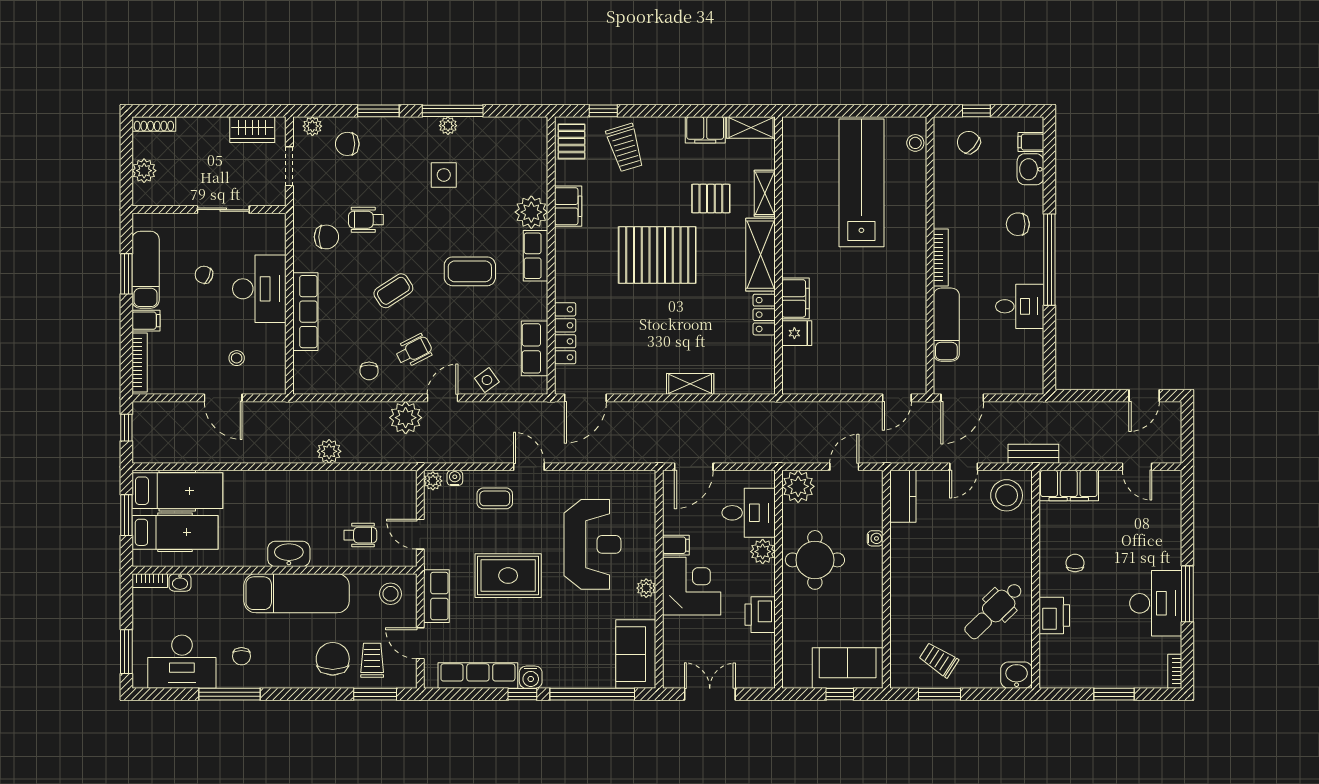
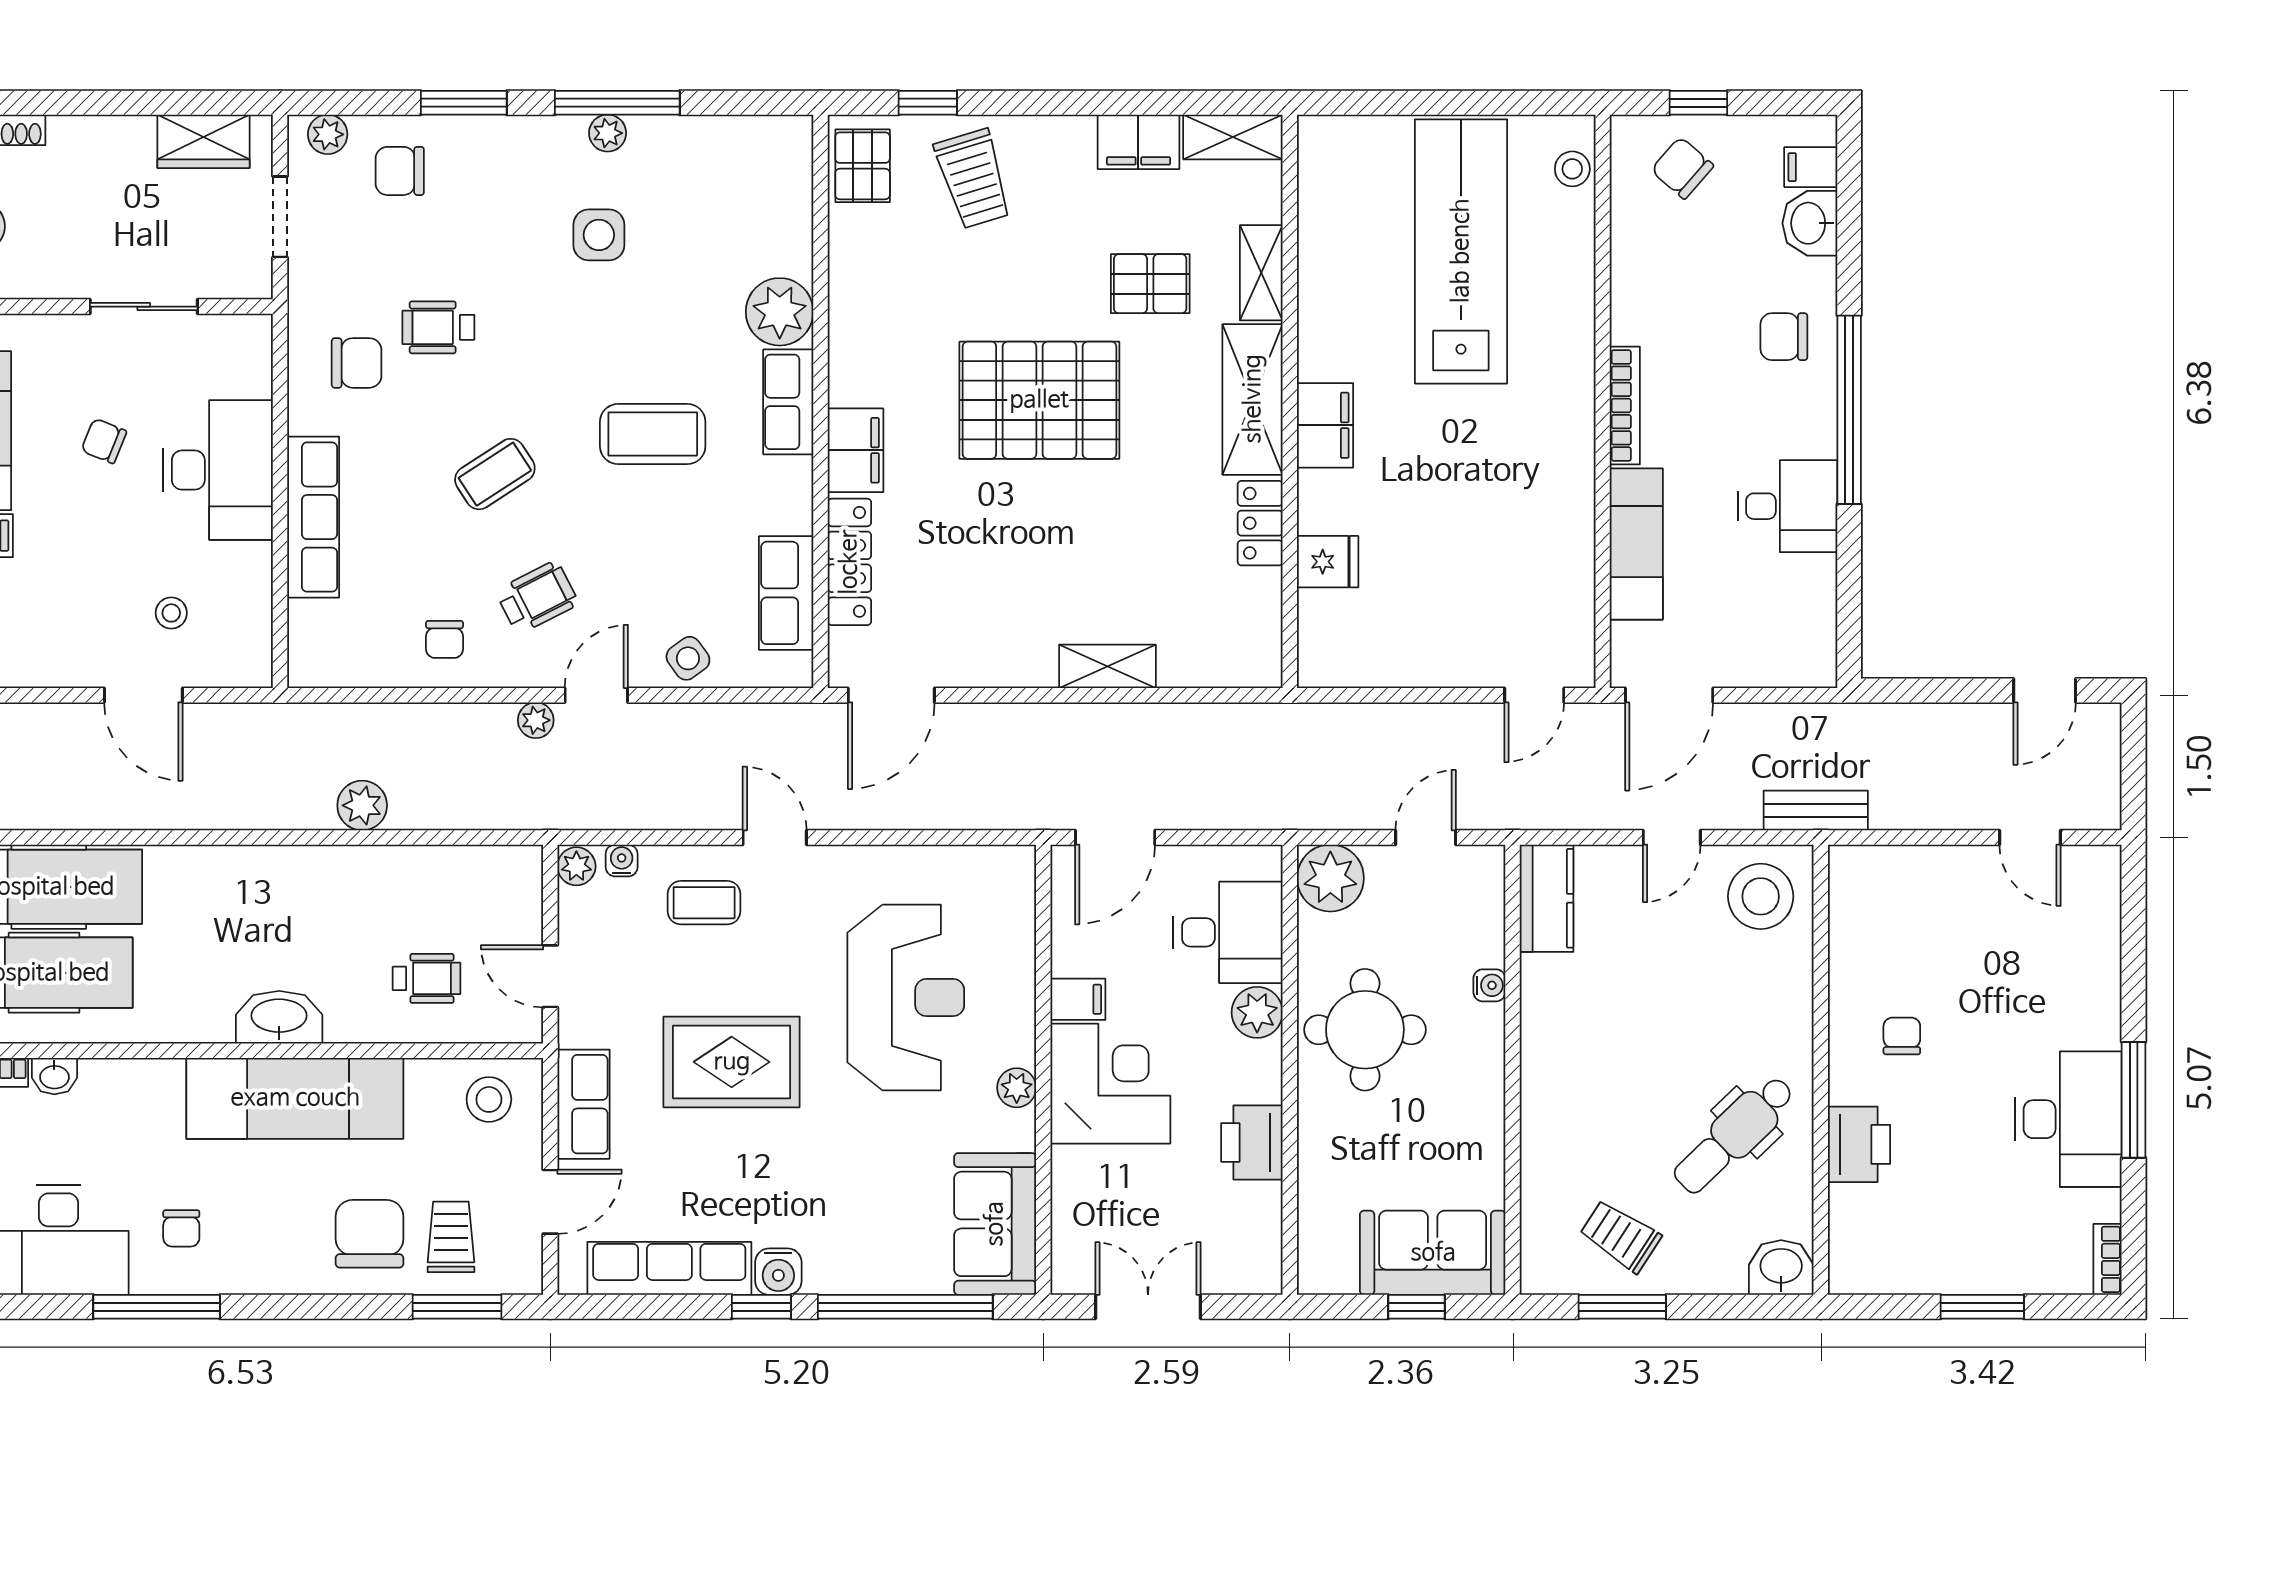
filing cabinet: (568, 206) -> (855, 450), moved
filing cabinet: (796, 298) -> (1325, 425), moved
plant: (406, 418) -> (536, 720), width x0.53, depth x0.53
filing cabinet: (1069, 486) -> (1889, 876), removed
door: (420, 643) -> (550, 1202), swing flipped

